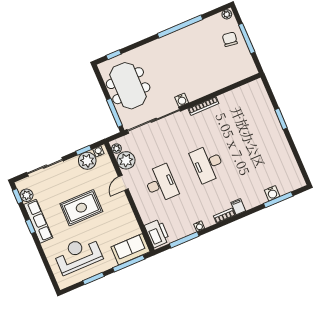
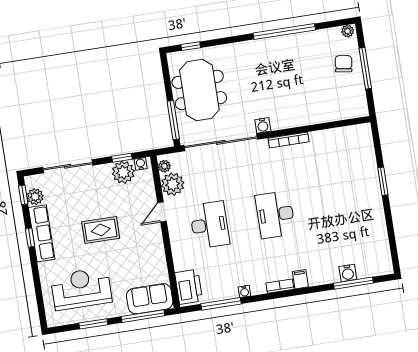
rug: (81, 208) -> (101, 230), width x0.73, depth x0.70

